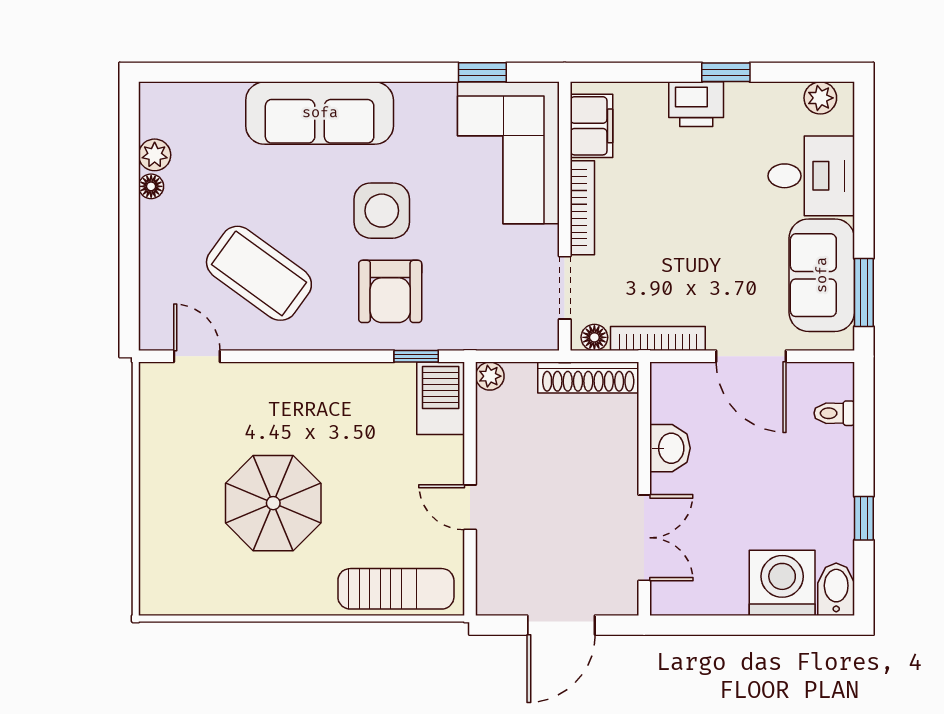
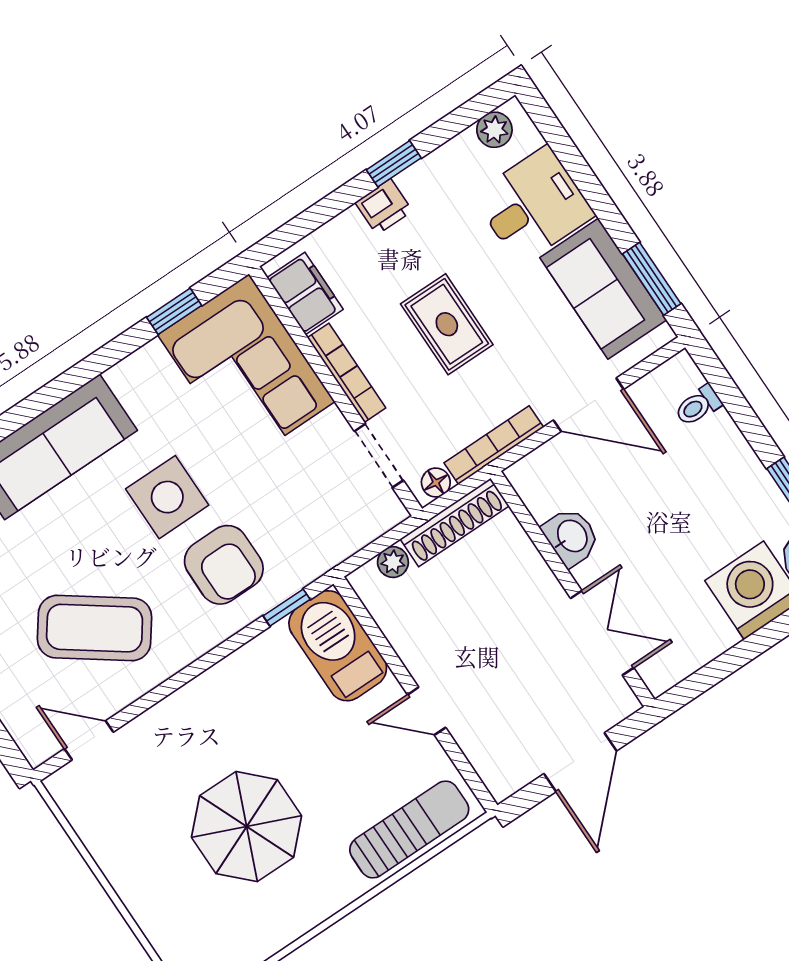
printer: (696, 104) -> (384, 207), width x0.73, depth x0.81
rug: (684, 222) -> (447, 324), added
plant: (490, 376) -> (393, 562), moved
barbecue: (441, 398) -> (338, 646), width x1.37, depth x1.21

